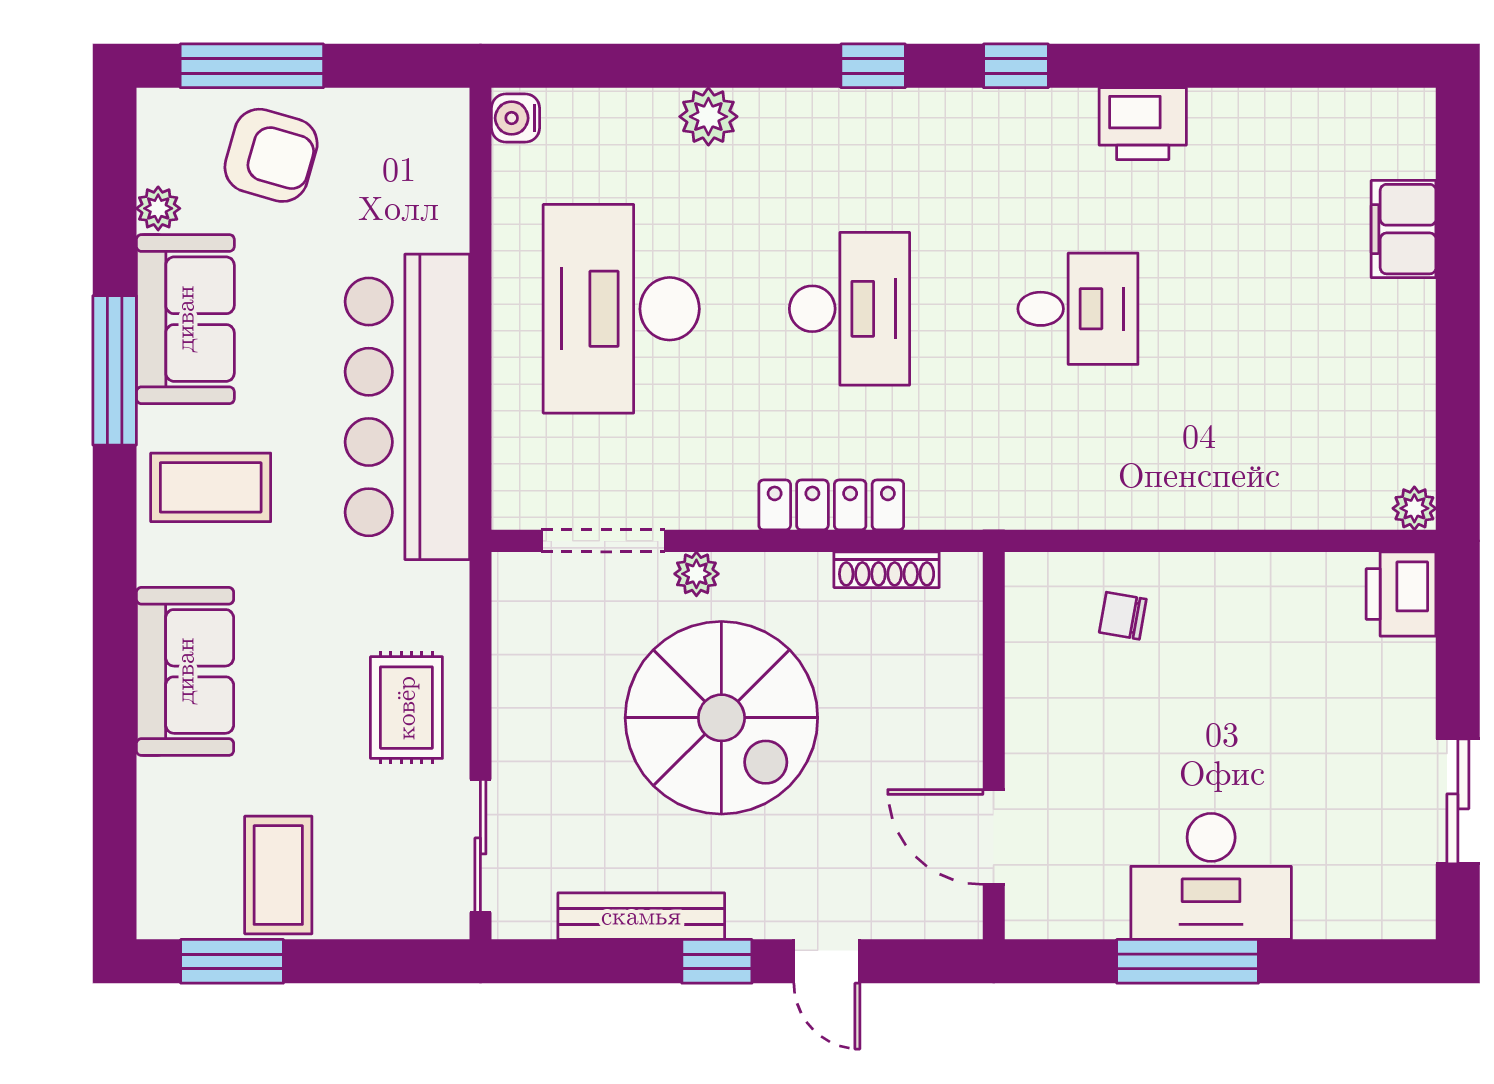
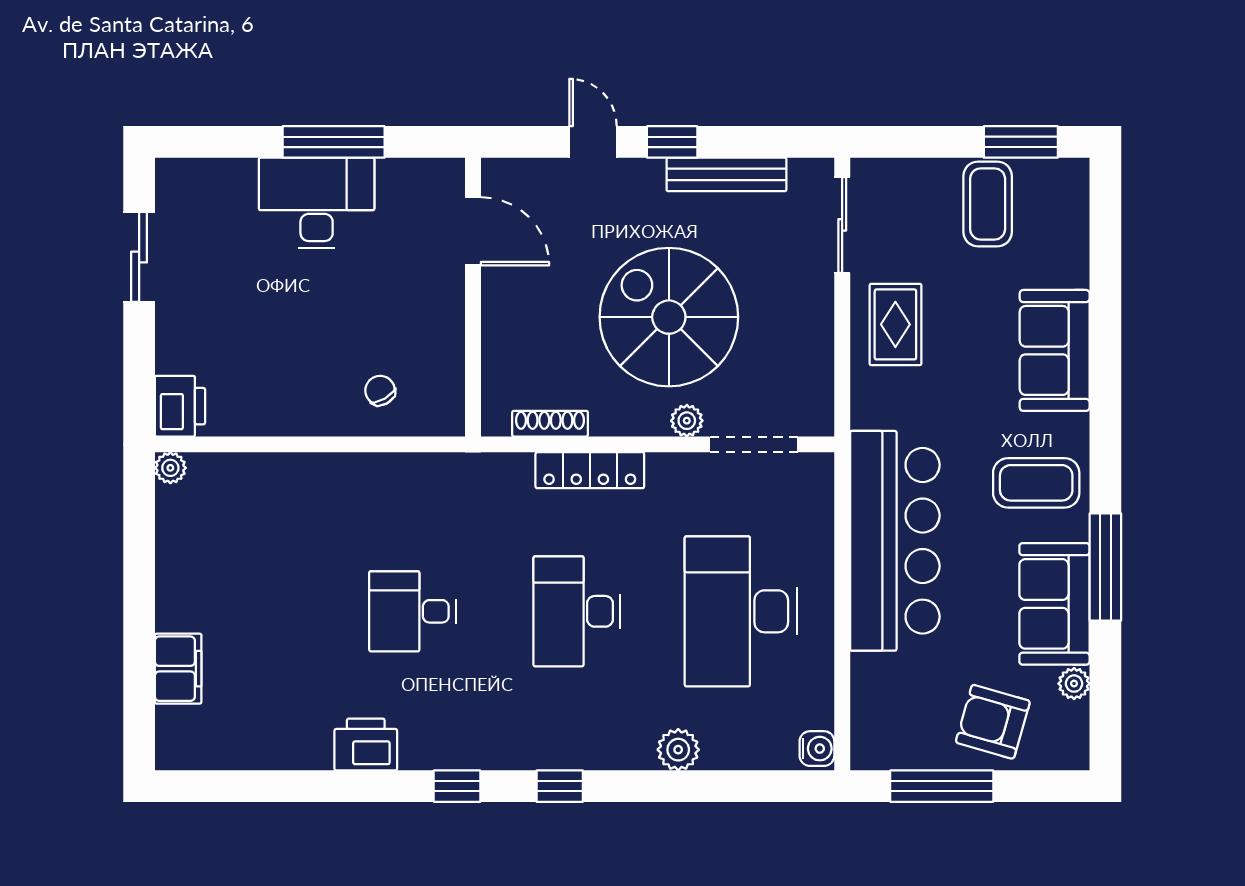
window: (252, 66) -> (942, 786), moved
desk: (621, 309) -> (741, 611), turned 180
chair: (1123, 616) -> (380, 391), turned -130

